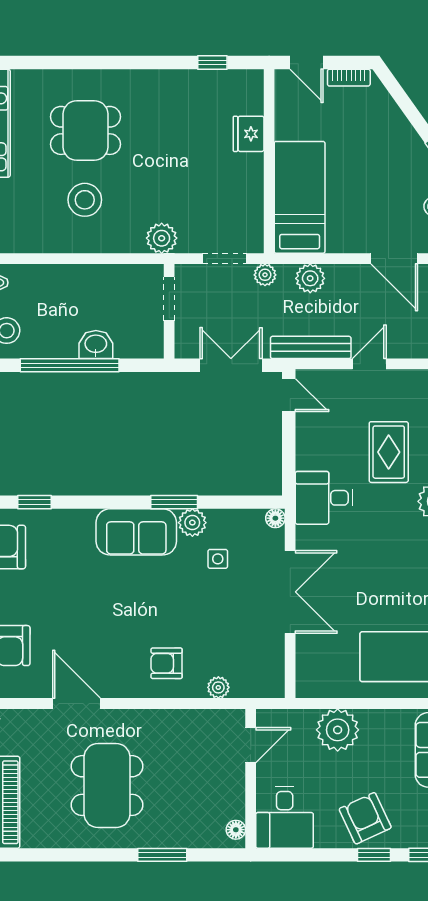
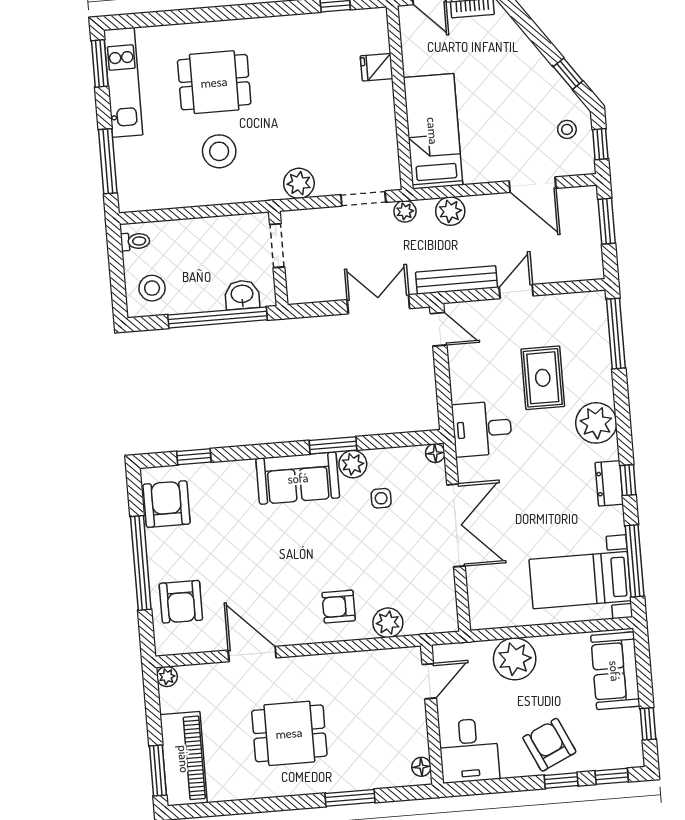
fridge: (249, 134) -> (377, 67), width x0.72
doorway: (169, 299) -> (277, 246), moved
wall: (169, 311) -> (278, 258), moved
plant: (218, 687) -> (388, 623), width x1.38, depth x1.38
dining table: (107, 786) -> (289, 733), width x0.73

